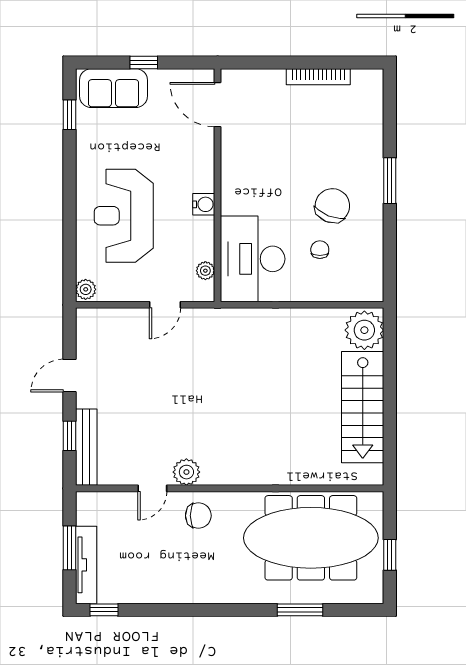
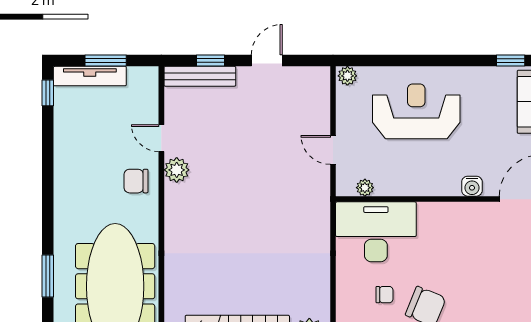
water cooler: (204, 204) -> (472, 186), moved
door: (69, 376) -> (267, 61), hinge flipped
chair: (198, 516) -> (136, 181), turned 90

